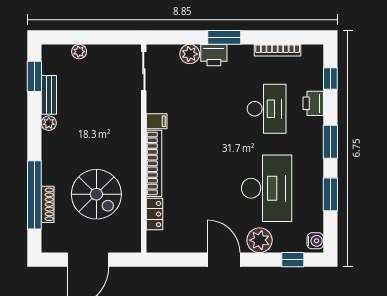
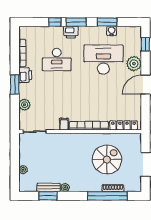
printer: (214, 55) -> (25, 75), moved
window: (34, 76) -> (48, 196), moved
window: (330, 79) -> (55, 22), moved
printer: (313, 103) -> (71, 32), moved
desk: (267, 109) -> (57, 60), turned 180
locker: (155, 214) -> (123, 125), width x1.53
water cooler: (315, 241) -> (112, 31), moved

